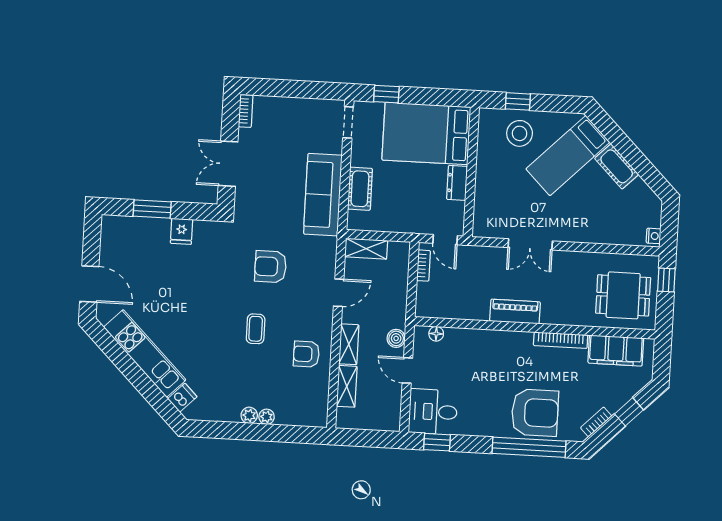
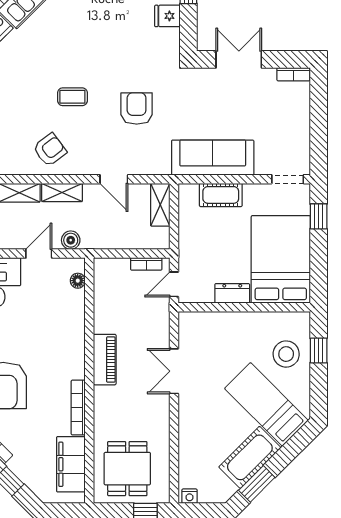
cot: (617, 166) -> (250, 457), width x1.37, depth x1.34
window: (645, 169) -> (257, 484), added
armchair: (306, 354) -> (50, 150), turned 53

